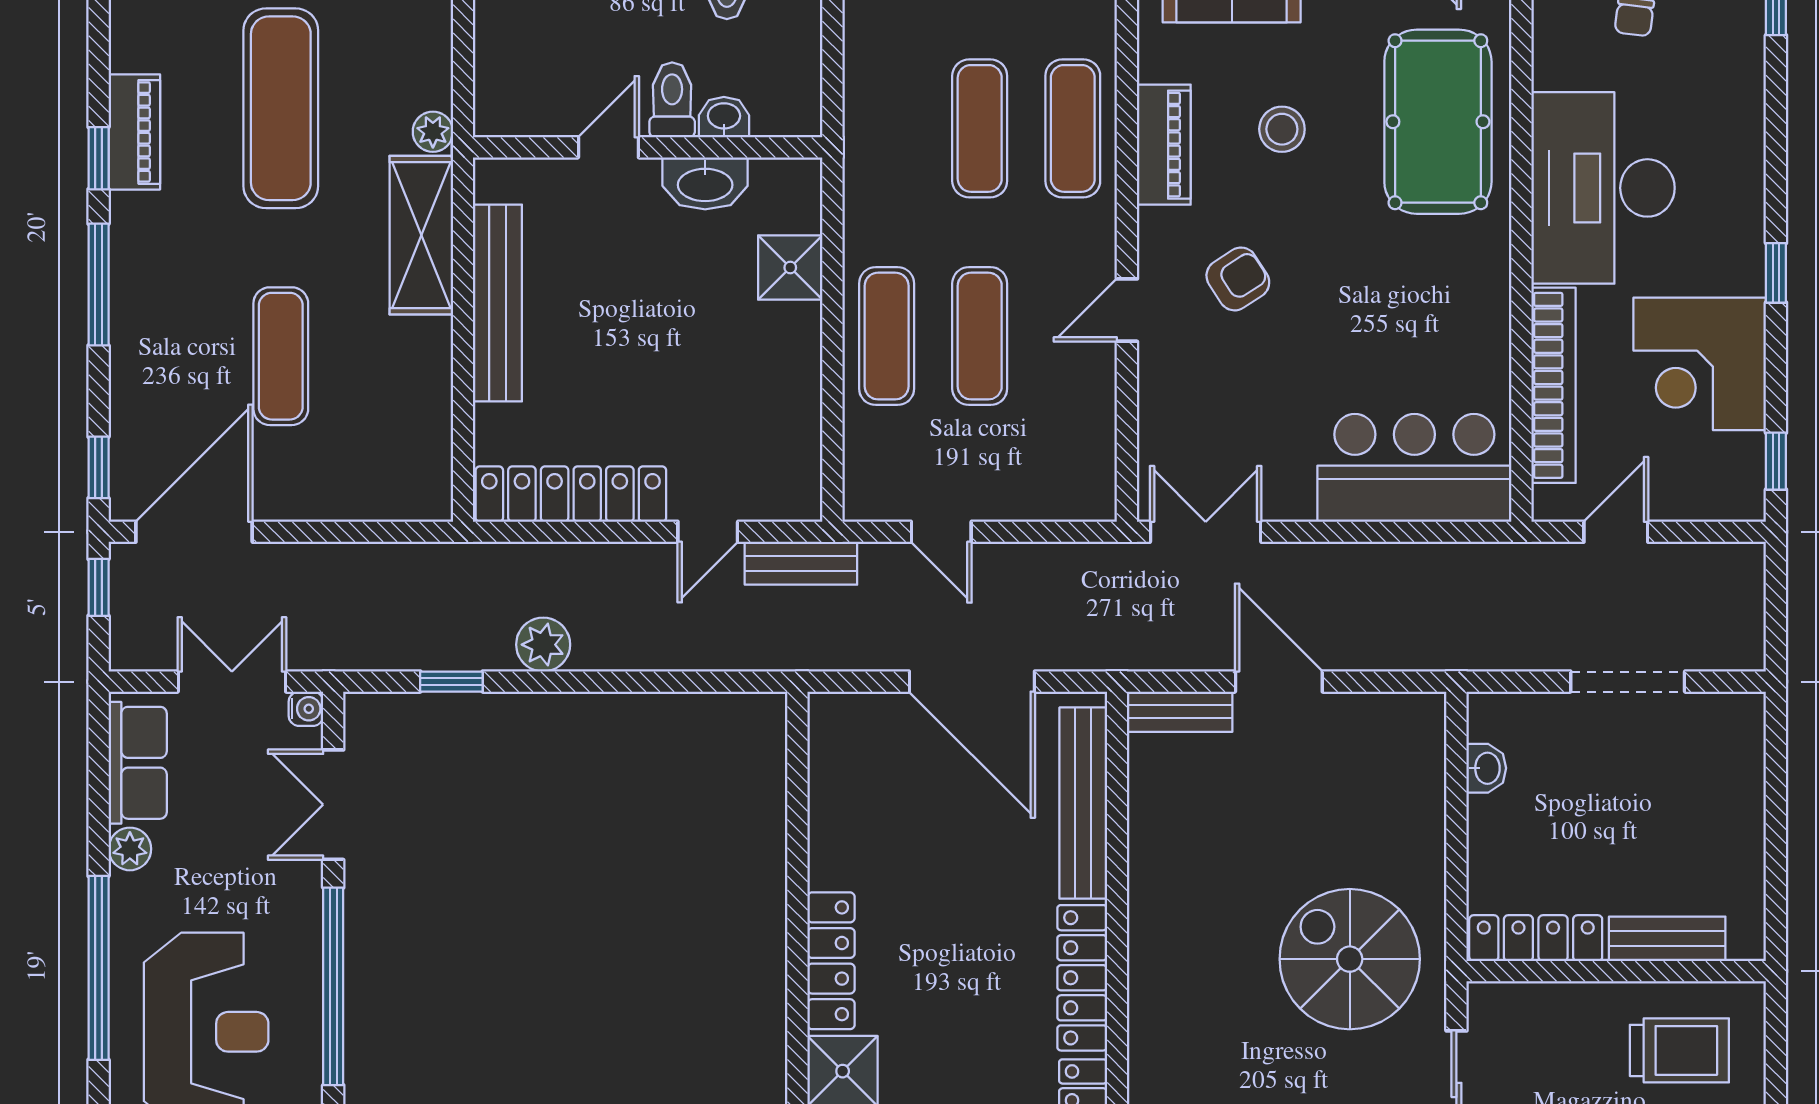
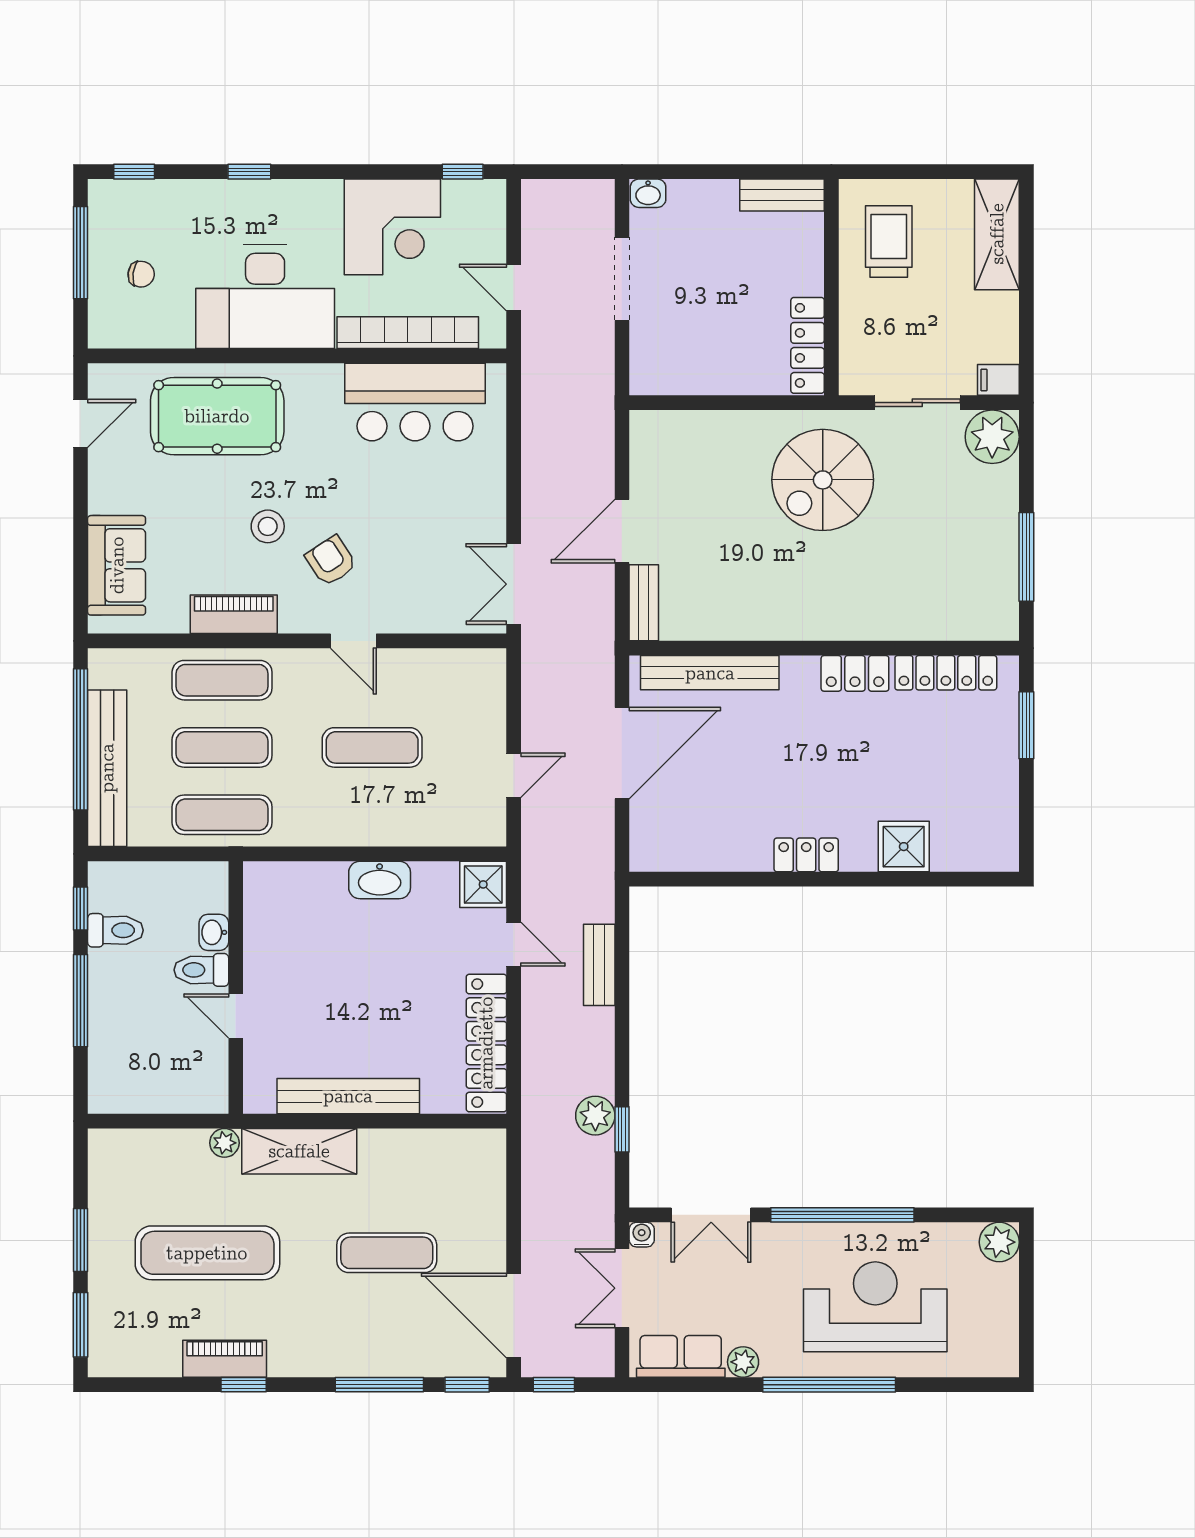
stool: (1282, 129) -> (268, 526), moved
washbasin: (705, 183) -> (380, 880), moved, turned 90
shower: (790, 268) -> (483, 884), moved
window: (1776, 273) -> (249, 172), moved
window: (99, 285) -> (379, 1385), moved
exercise mat: (887, 336) -> (222, 815), moved
bar counter: (1414, 468) -> (415, 402), moved, turned -90
bench: (801, 563) -> (599, 965), moved
plant: (543, 645) -> (595, 1116), moved
washbasin: (1486, 768) -> (648, 193), moved, turned 180
bench: (1667, 939) -> (782, 195), moved, turned 90
locker: (831, 961) -> (806, 855), width x0.66
locker: (1082, 978) -> (855, 673), width x0.66

